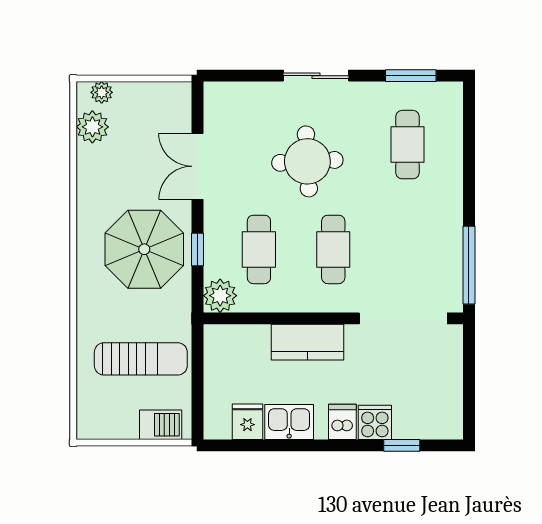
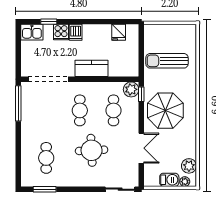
sliding door: (316, 76) -> (120, 189), moved
window: (197, 250) -> (141, 94), moved
kitchen sink: (289, 422) -> (32, 32), moved
barbecue: (161, 425) -> (169, 180), moved, turned 180

